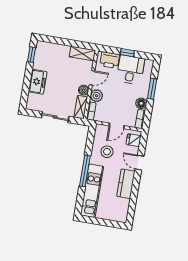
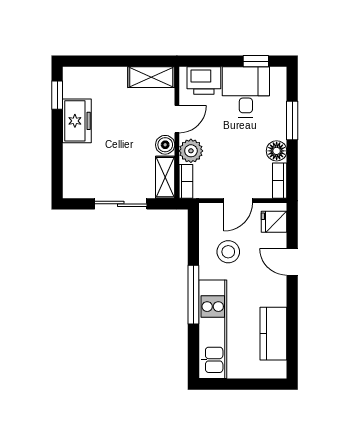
window: (127, 53) -> (256, 61), moved
freezer: (38, 82) -> (77, 121), moved
kitchen counter: (126, 184) -> (273, 334), moved

